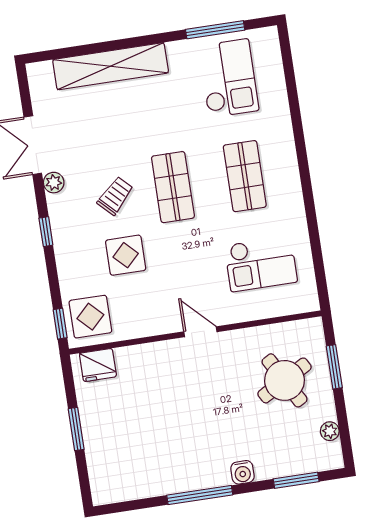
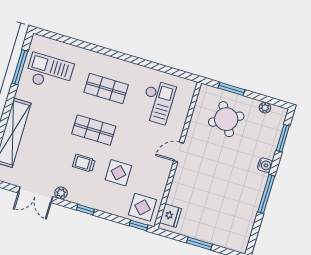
trolley: (115, 196) -> (84, 163), turned -45

